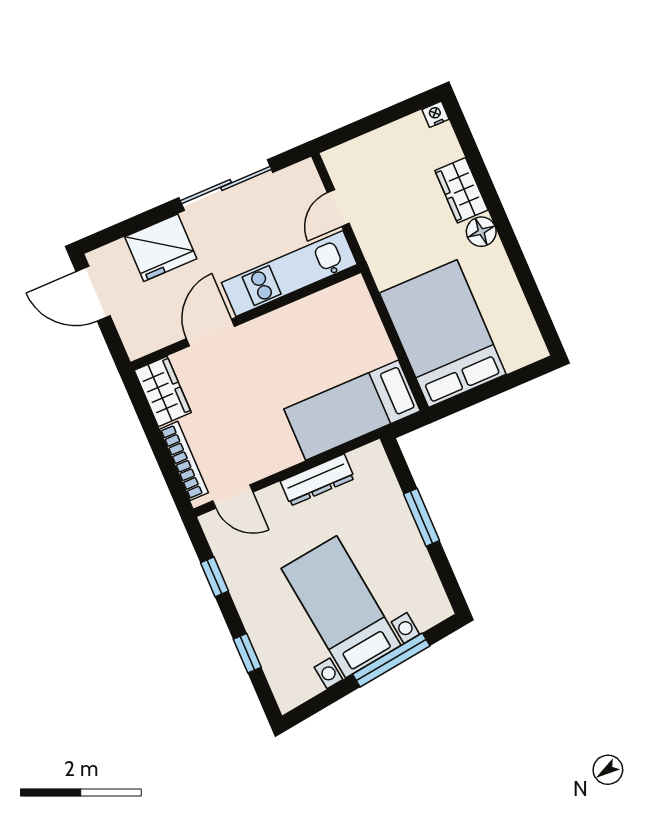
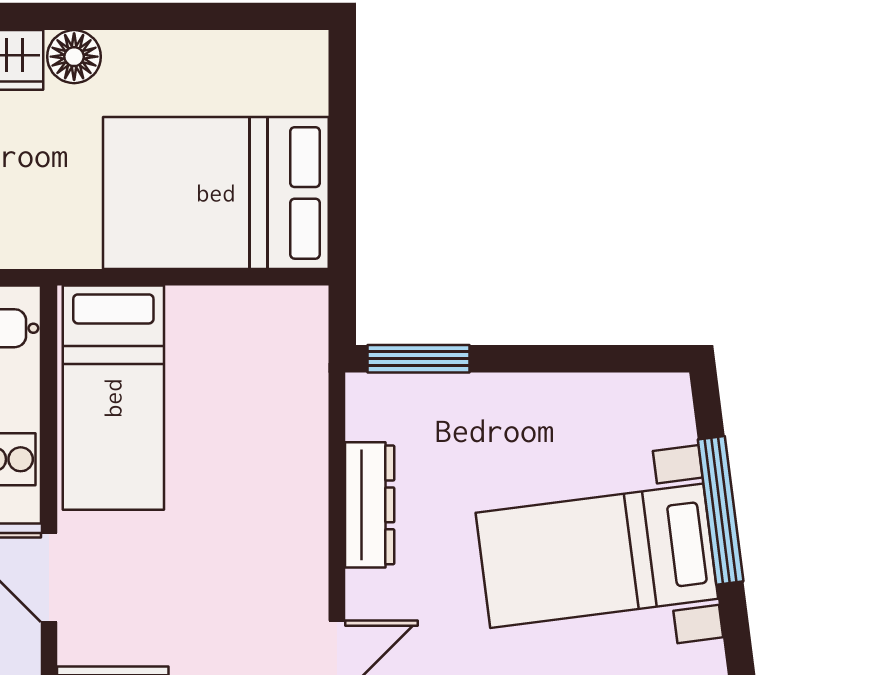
bed: (352, 410) -> (113, 398), moved
window: (422, 517) -> (418, 359), moved

